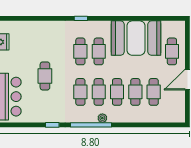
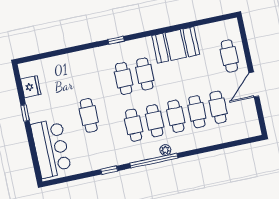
booth: (136, 38) -> (176, 45), width x0.73, depth x0.70

